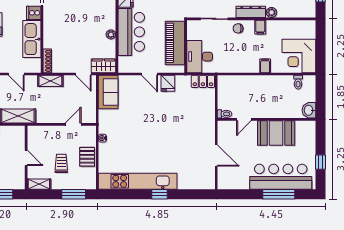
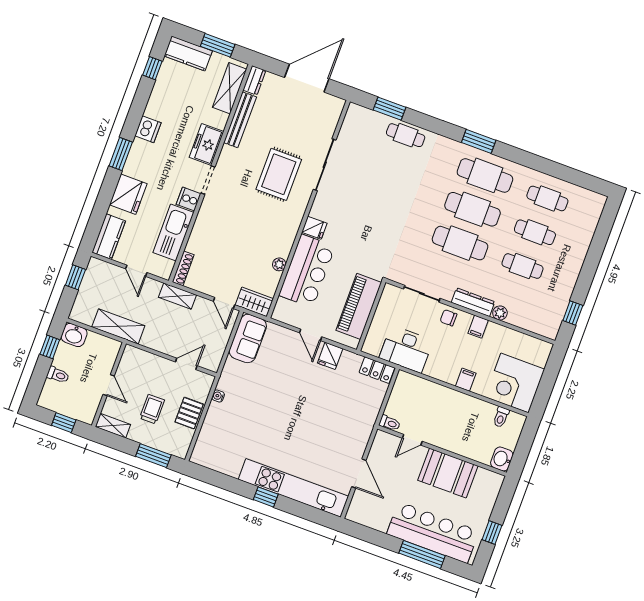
desk: (200, 57) -> (406, 349), moved, turned -90
kitchen unit: (138, 181) -> (293, 488), moved

